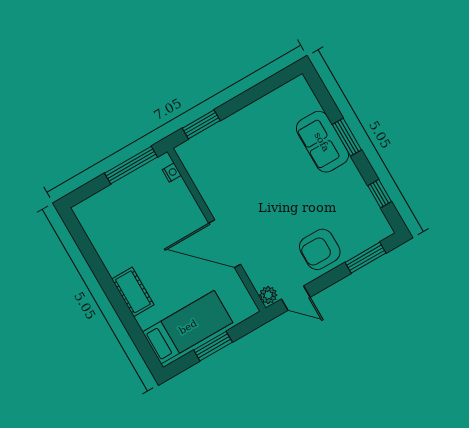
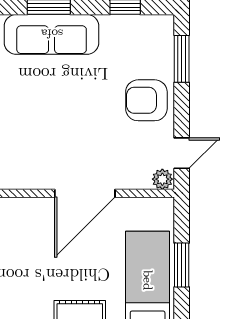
sofa: (322, 142) -> (52, 34), width x1.36
armchair: (320, 249) -> (146, 100), turned 90

